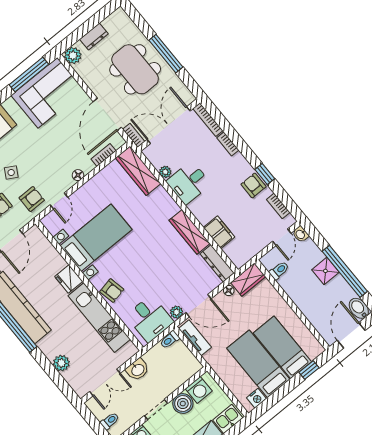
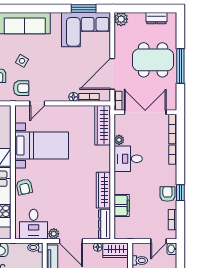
dresser: (94, 37) -> (156, 18), moved
dining table: (135, 69) -> (153, 60), turned 90
window: (29, 75) -> (84, 8), width x0.69
floor lamp: (78, 175) -> (73, 97), moved

